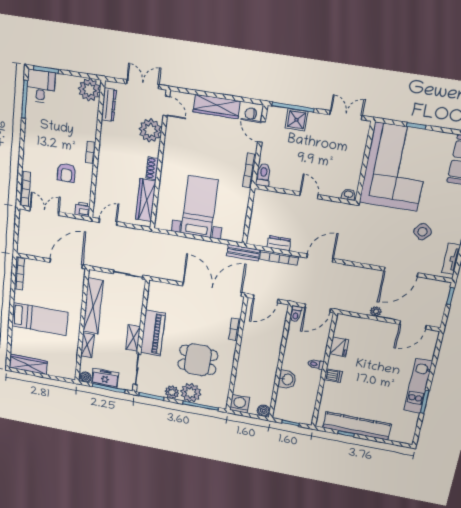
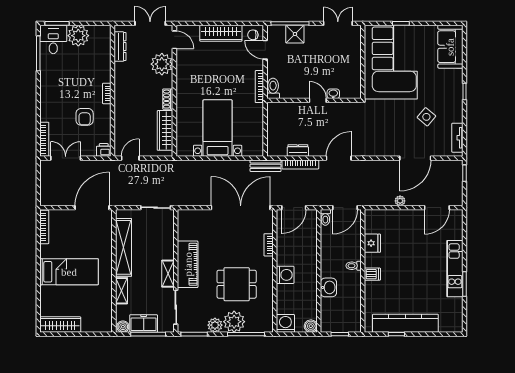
plant: (89, 90) -> (78, 36), moved
washbasin: (349, 195) -> (333, 94), moved
washing machine: (246, 360) -> (285, 275), added

